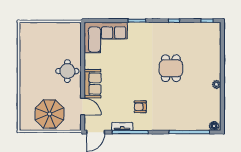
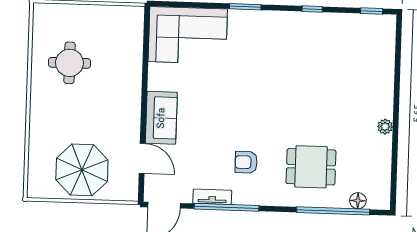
dining table: (171, 68) -> (311, 167), moved, turned 90
round table: (67, 71) -> (69, 63), moved
floor lamp: (214, 126) -> (358, 201), moved

